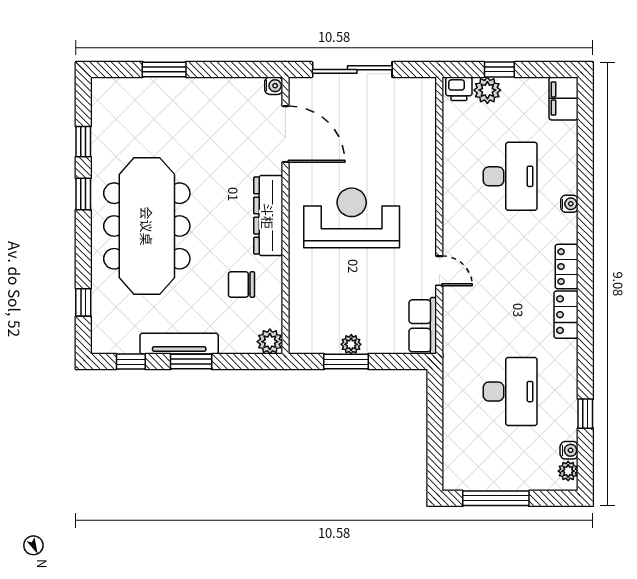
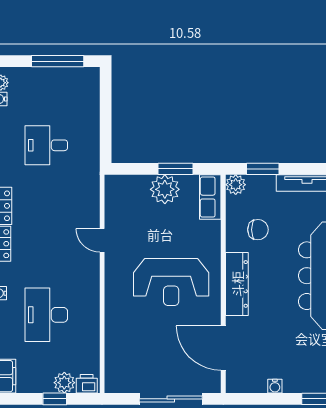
water cooler: (274, 86) -> (275, 386), moved, turned -90
row of seats: (423, 326) -> (210, 197), moved, turned 180
plant: (351, 344) -> (165, 189), width x1.88, depth x1.88
window: (191, 362) -> (263, 169), moved
desk: (510, 392) -> (46, 145), width x0.73

